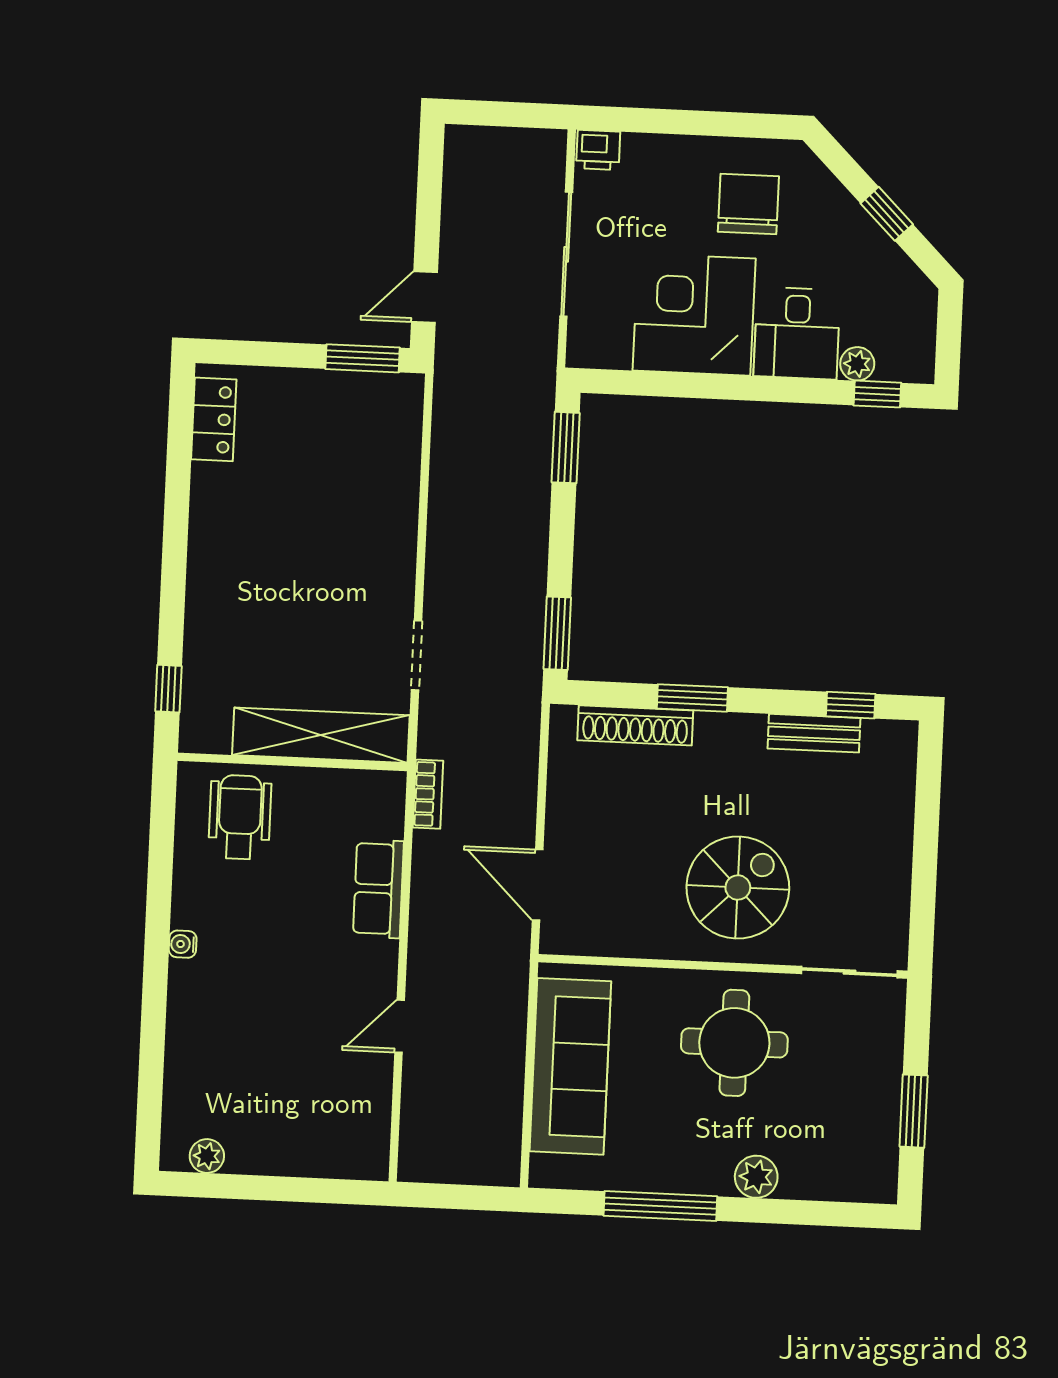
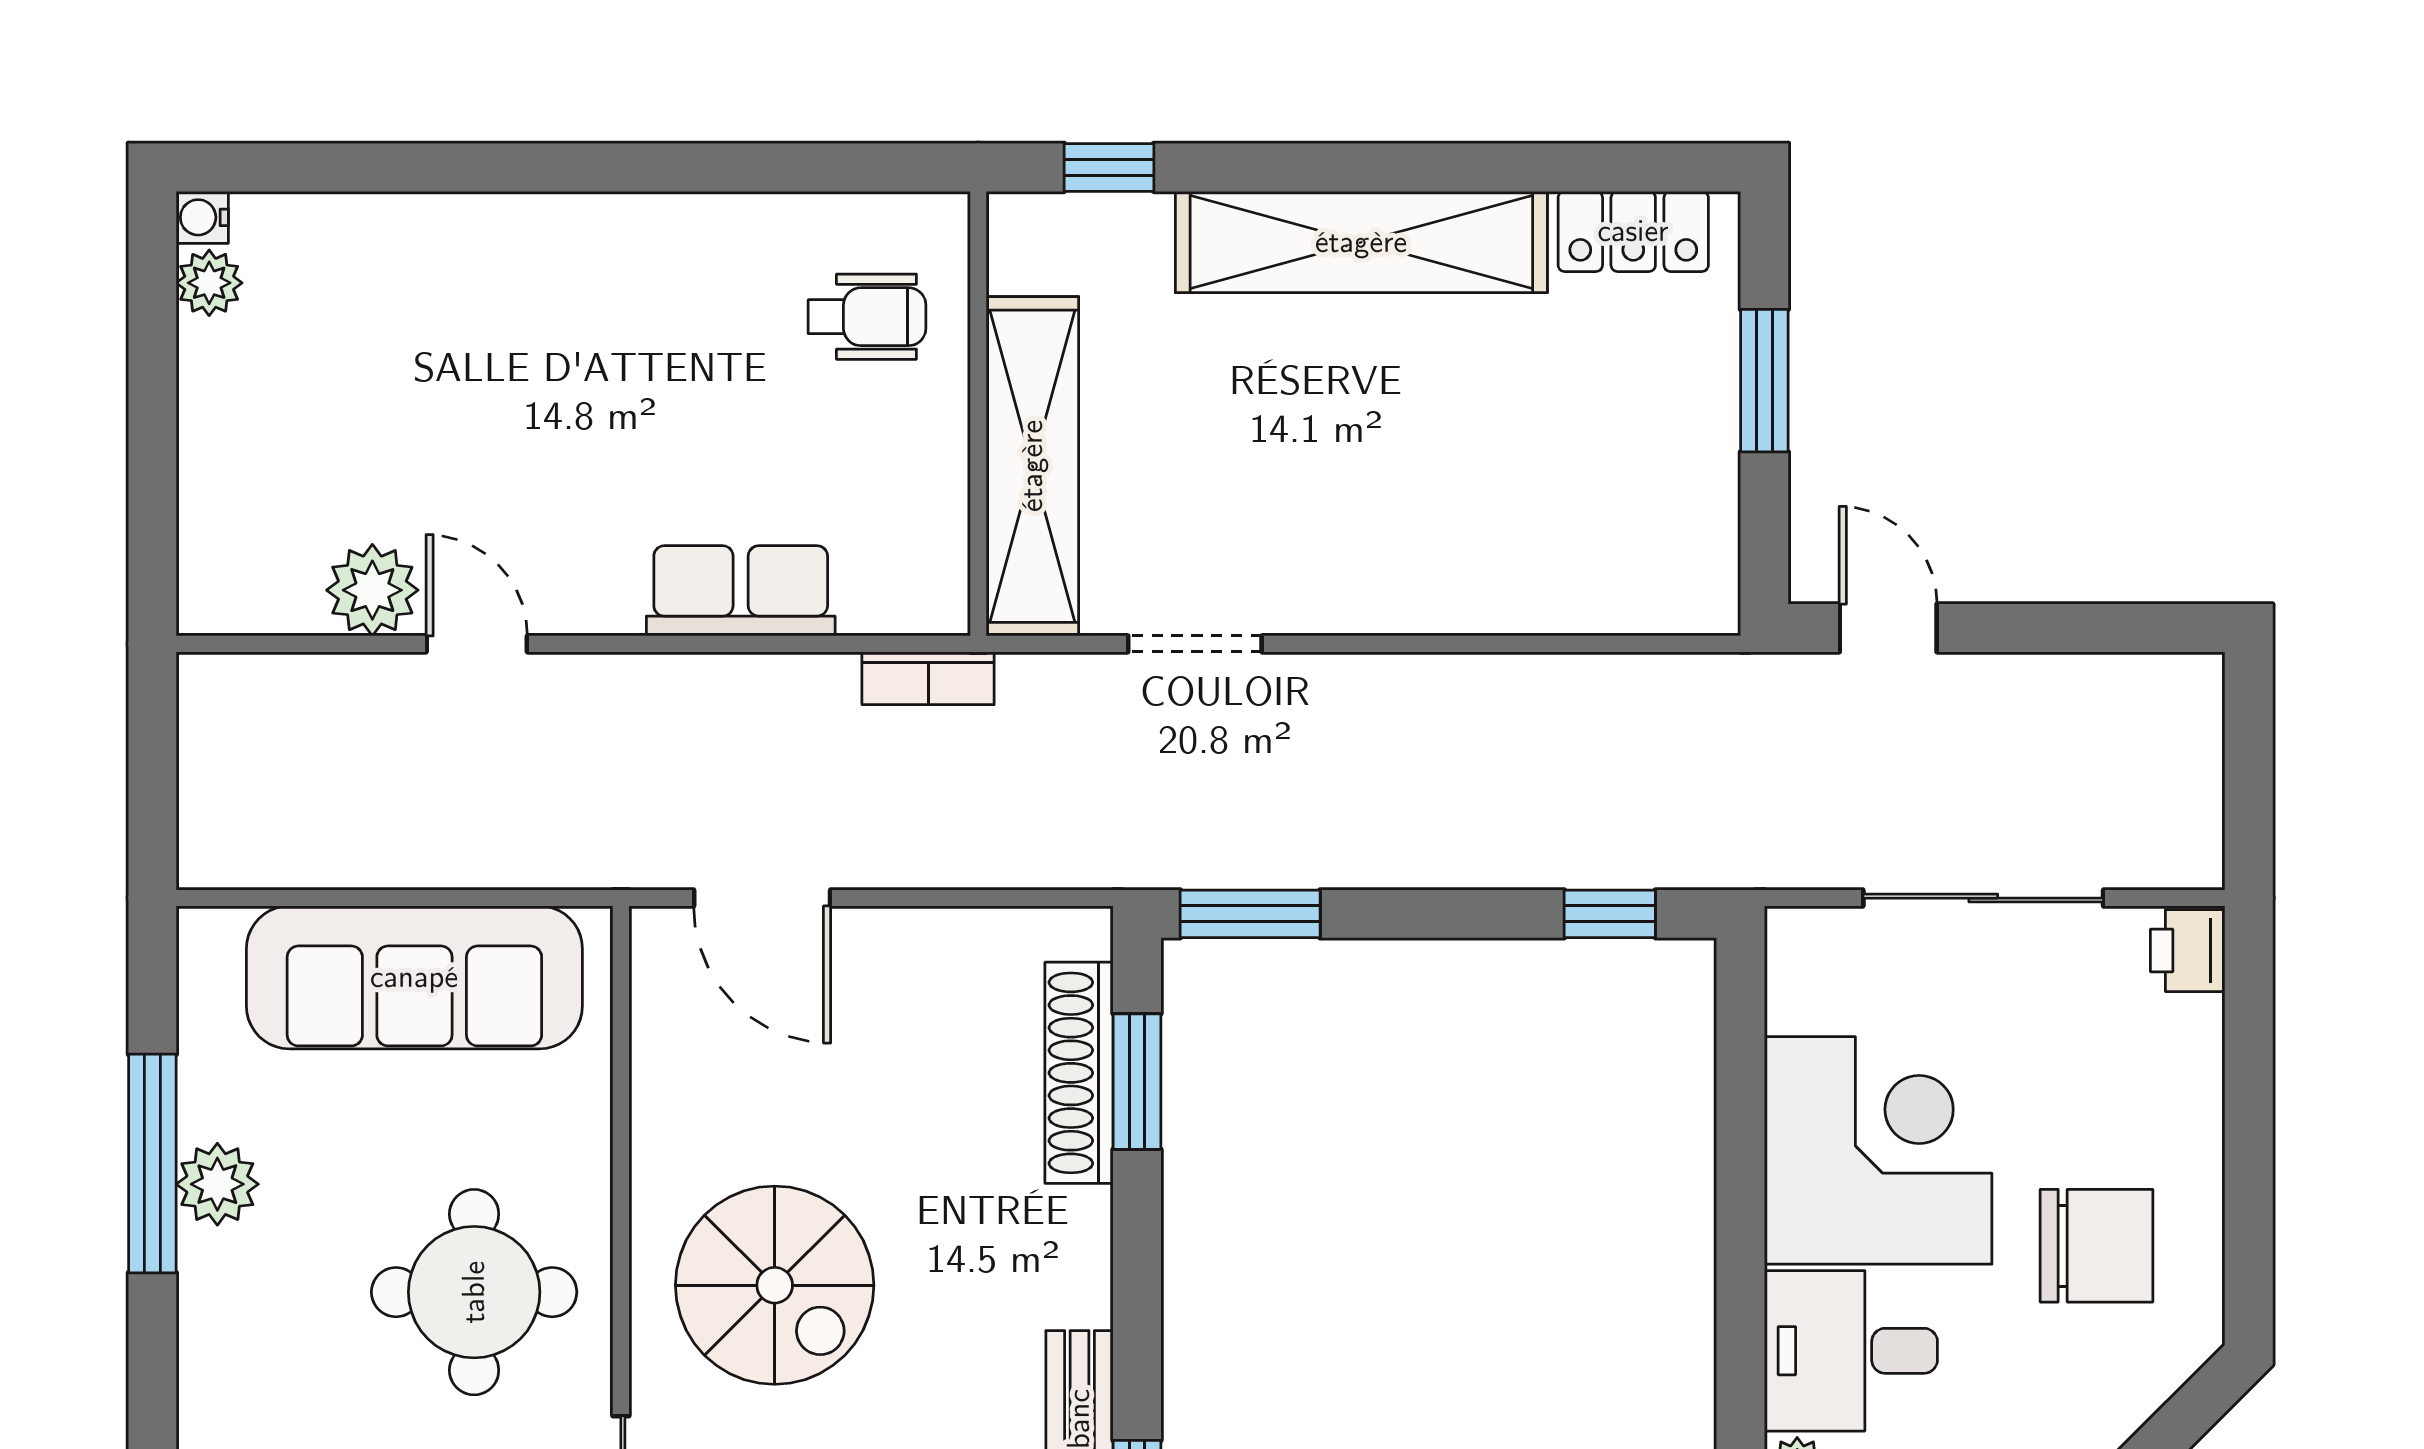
window: (363, 358) -> (1764, 381), moved
window: (566, 448) -> (1610, 914), width x0.67
shelving: (213, 560) -> (1361, 242), added
window: (692, 698) -> (1137, 1082), moved
wheelchair: (240, 817) -> (867, 317), width x0.73, depth x0.73
door: (538, 885) -> (762, 898), swing flipped
water cooler: (183, 944) -> (202, 217), moved, turned -90
plant: (369, 1079) -> (372, 590), added
plant: (756, 1177) -> (217, 1184), moved

